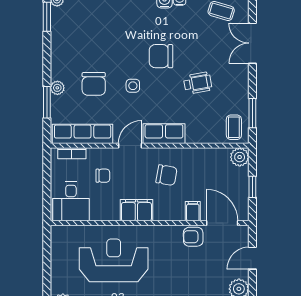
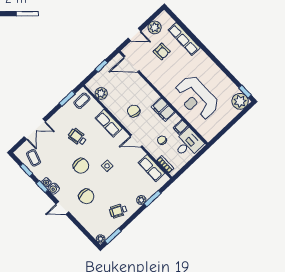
wheelchair: (70, 50) -> (118, 211), added
chair: (94, 84) -> (86, 196), moved, turned 90
row of seats: (83, 134) -> (151, 168), width x0.68
row of seats: (164, 134) -> (109, 123), moved
plant: (240, 157) -> (101, 93), moved
filing cabinet: (193, 211) -> (181, 127), moved
door: (222, 223) -> (131, 64), hinge flipped
armchair: (193, 237) -> (162, 52), moved

